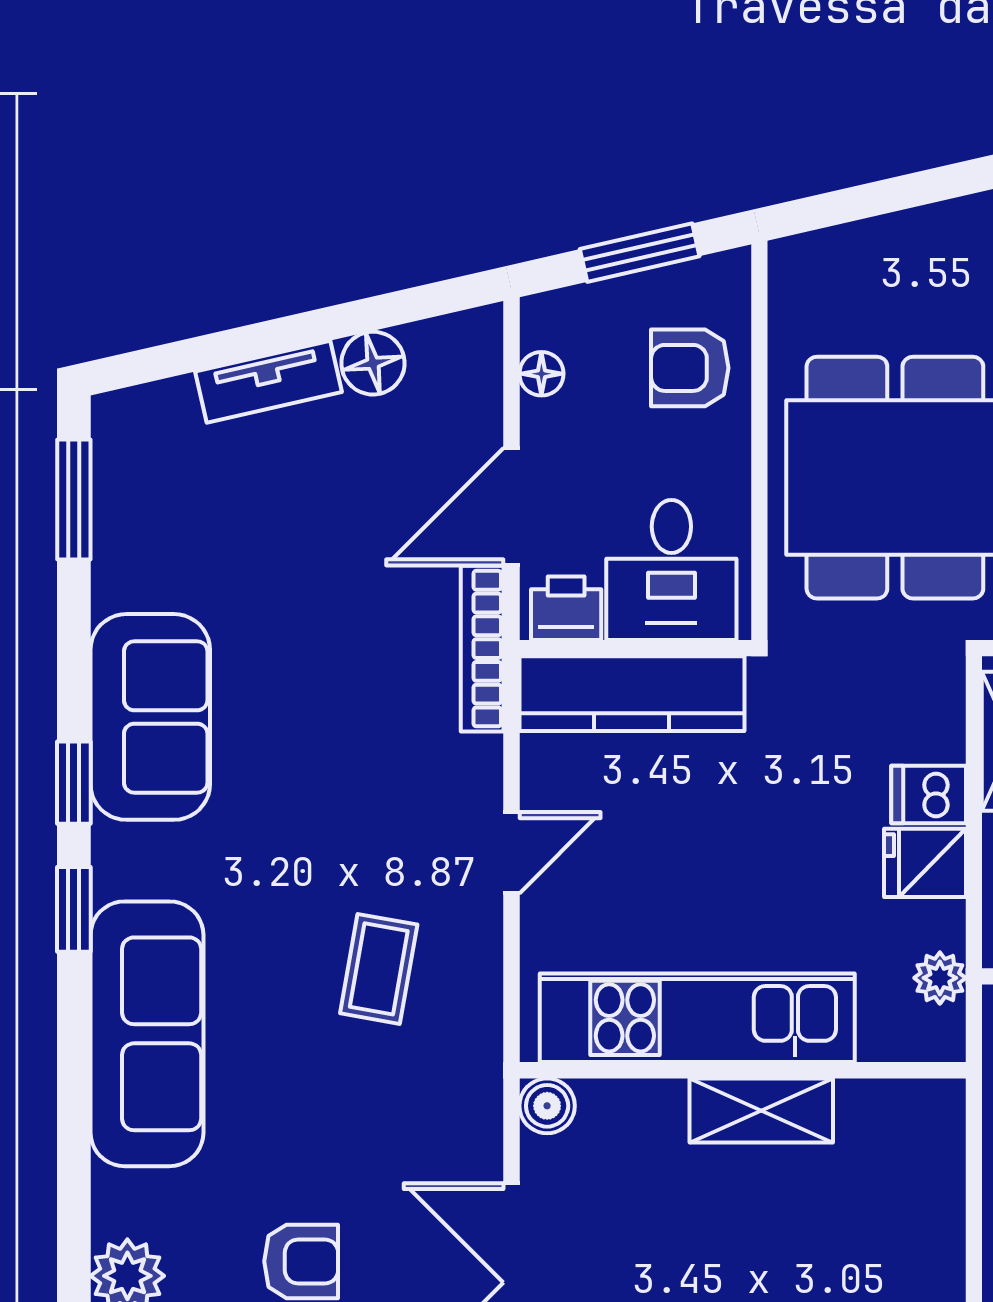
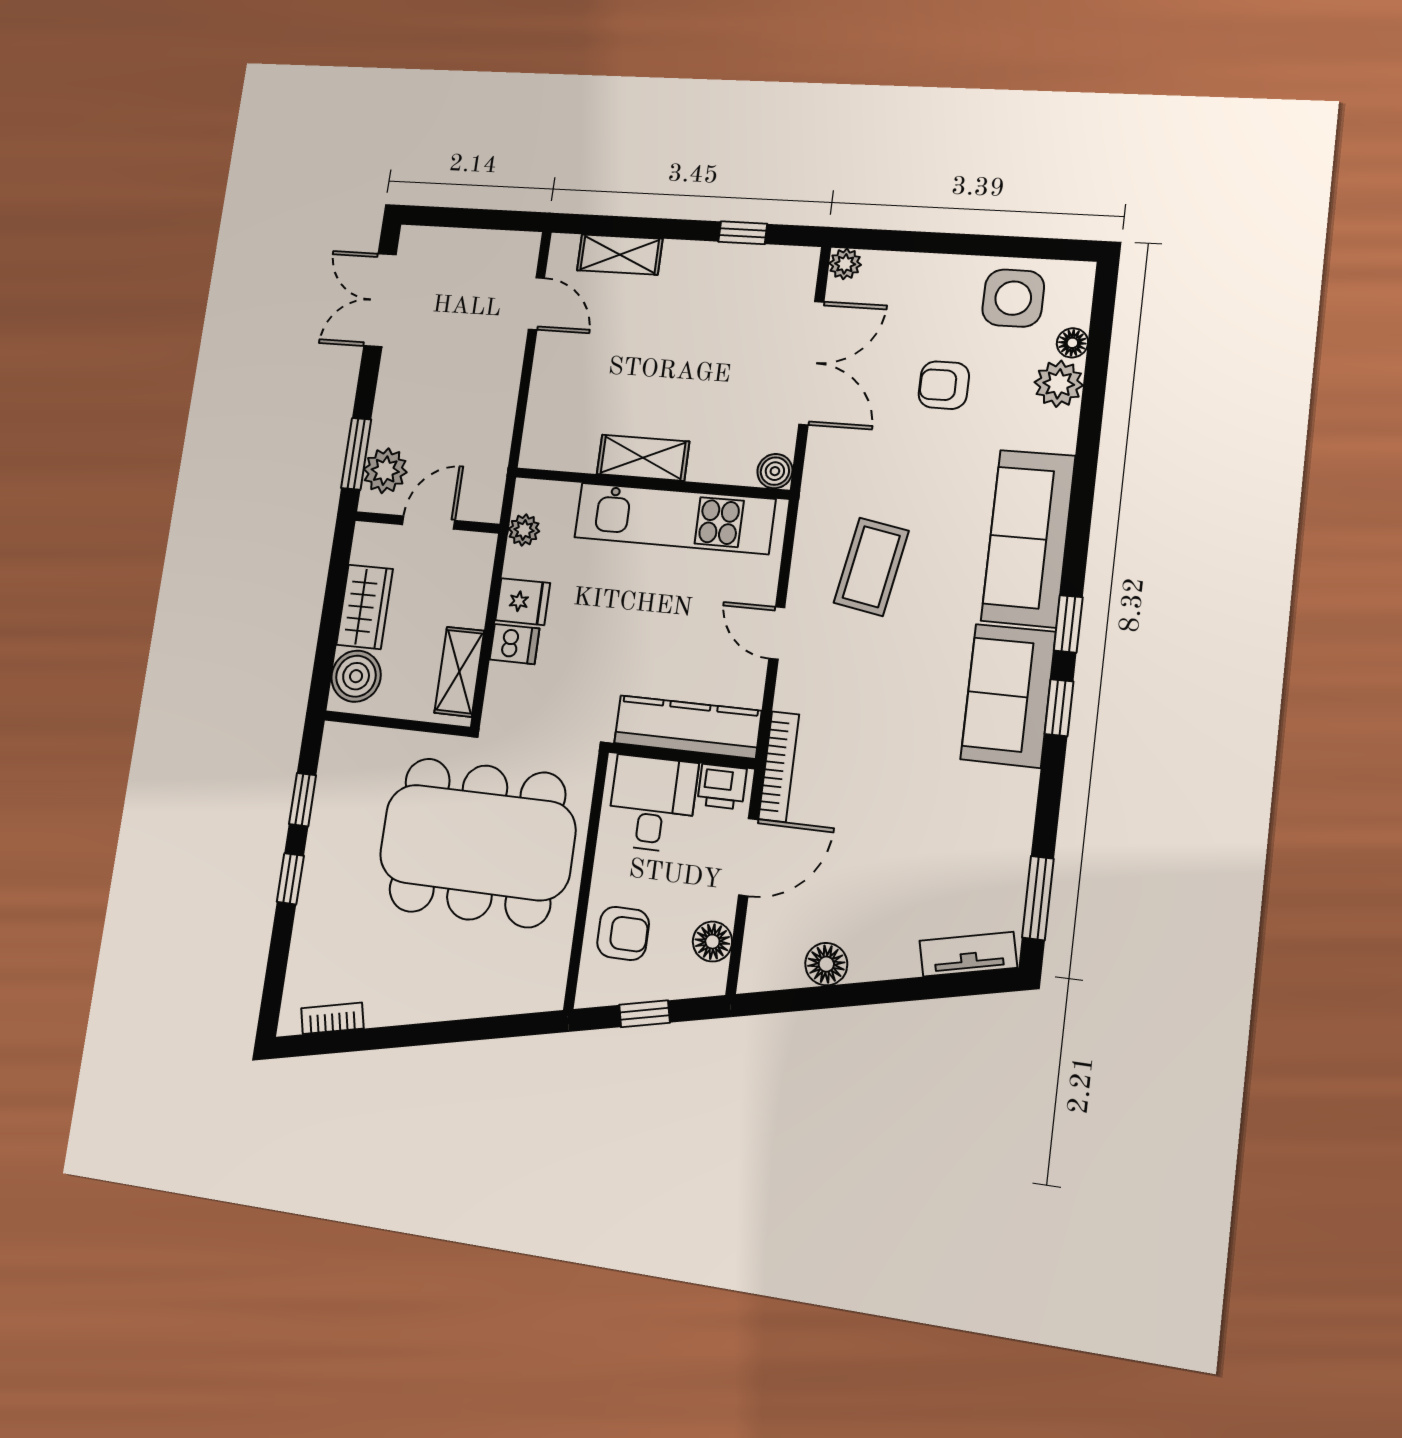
window: (640, 253) -> (645, 1014), width x0.67
floor lamp: (541, 374) -> (712, 942), width x1.37, depth x1.37
tv unit: (268, 382) -> (968, 954), moved
sofa: (150, 717) -> (1008, 696), moved
door: (511, 853) -> (777, 633), hinge flipped
coffee table: (379, 969) -> (871, 567), width x1.36, depth x1.30

